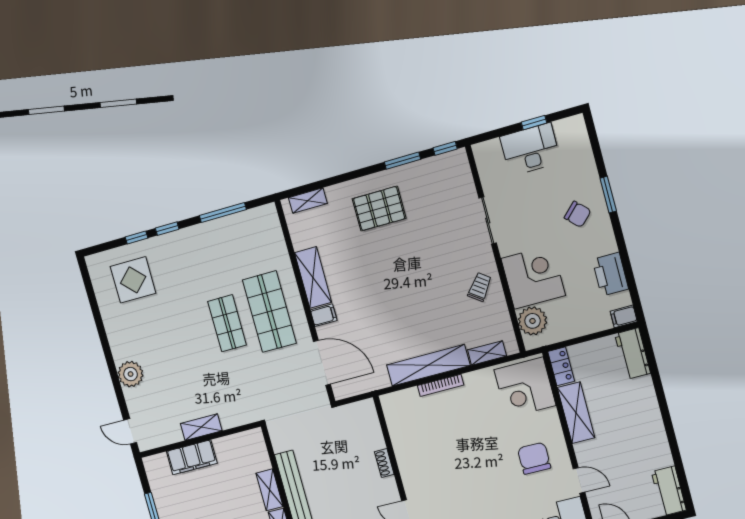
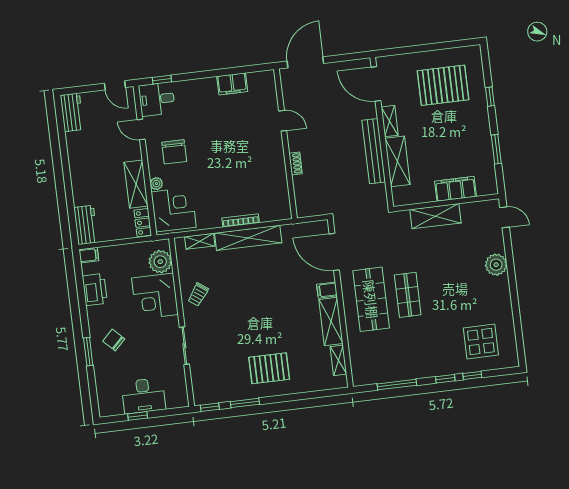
shelving: (308, 201) -> (338, 360), moved, turned 90
plant: (551, 417) -> (156, 184), added
shelving: (201, 427) -> (435, 216), width x1.50, depth x1.33
shelving: (270, 490) -> (398, 161), width x1.50, depth x1.33

